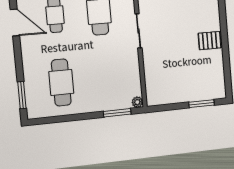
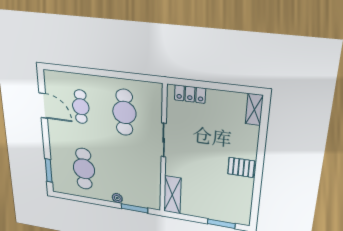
shelving: (153, 86) -> (172, 195), added
plant: (137, 102) -> (117, 198), moved

